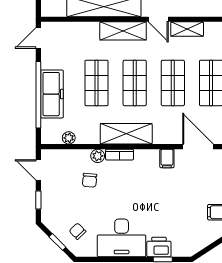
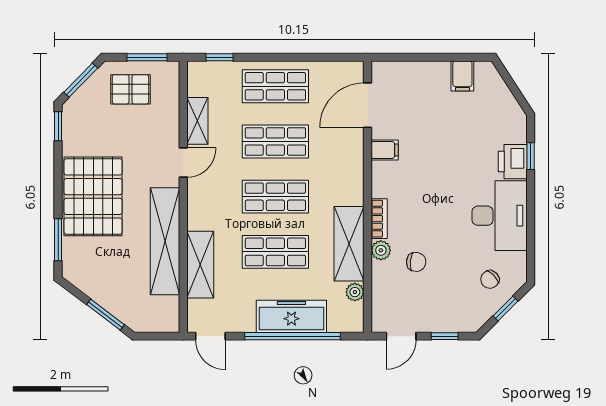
shelving: (123, 31) -> (200, 265), moved
shelving: (126, 134) -> (349, 244), moved

